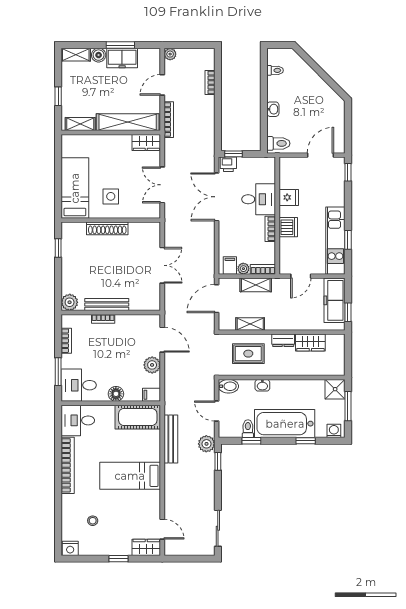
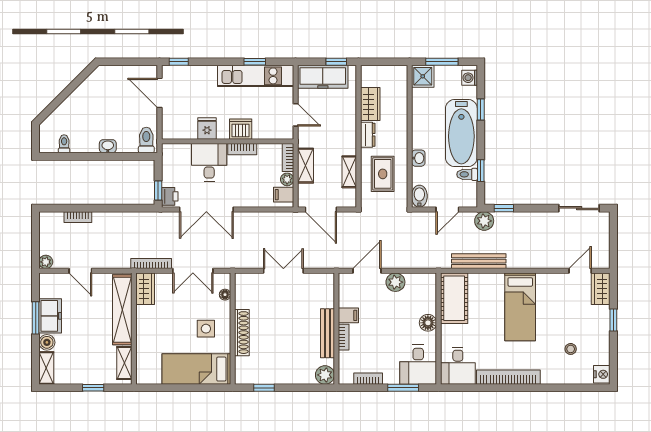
bookcase: (169, 120) -> (151, 264), moved
floor lamp: (141, 213) -> (225, 295), added
filing cabinet: (152, 395) -> (348, 315), moved, turned -90

